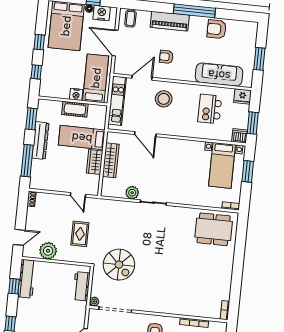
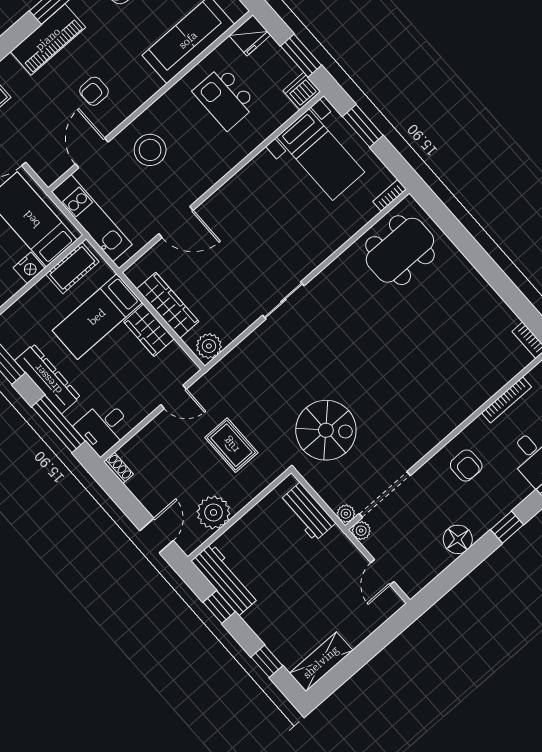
cot: (75, 109) -> (72, 268), moved
desk: (42, 179) -> (104, 427), added
plant: (132, 193) -> (209, 346), moved
plant: (93, 313) -> (361, 531), added

